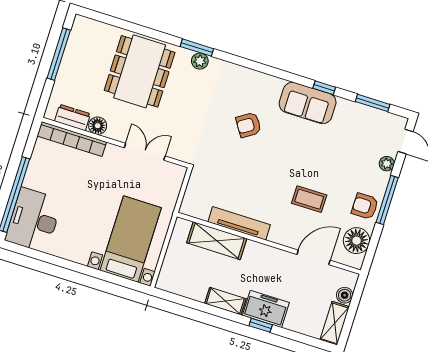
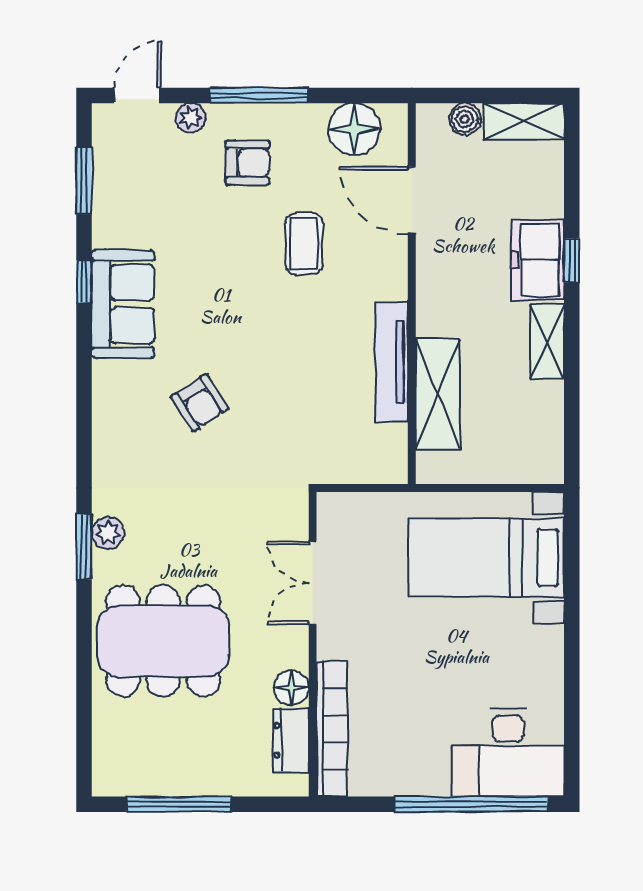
armchair: (365, 206) -> (247, 163), moved, turned -90

